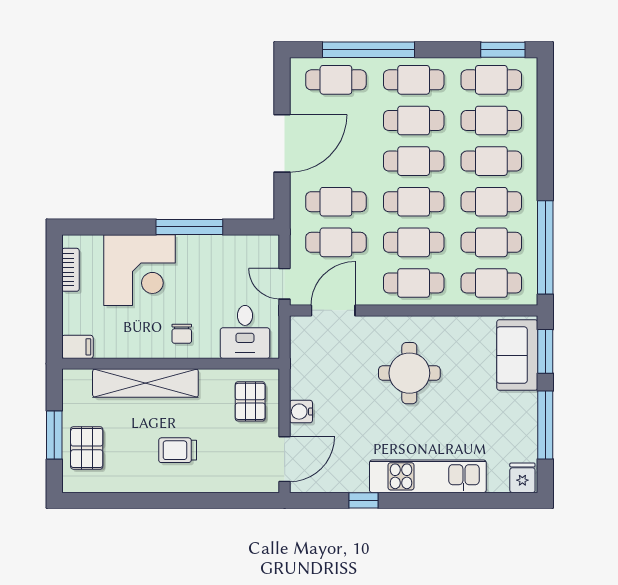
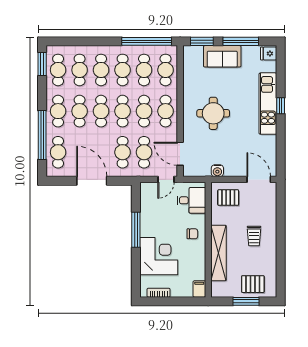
sofa: (517, 355) -> (222, 56), moved
water cooler: (301, 412) -> (217, 171), moved
window: (364, 500) -> (281, 106), moved

